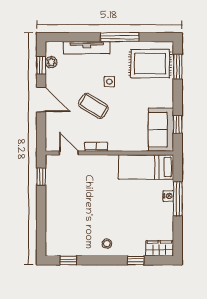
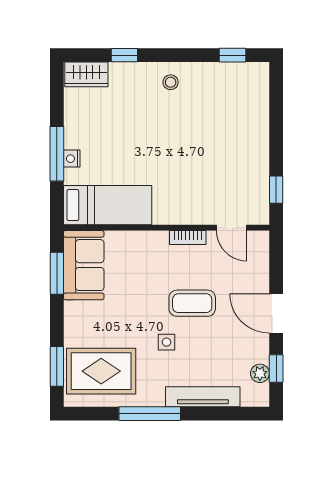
coffee table: (93, 106) -> (192, 303), turned -32
window: (178, 124) -> (57, 273), width x1.50

